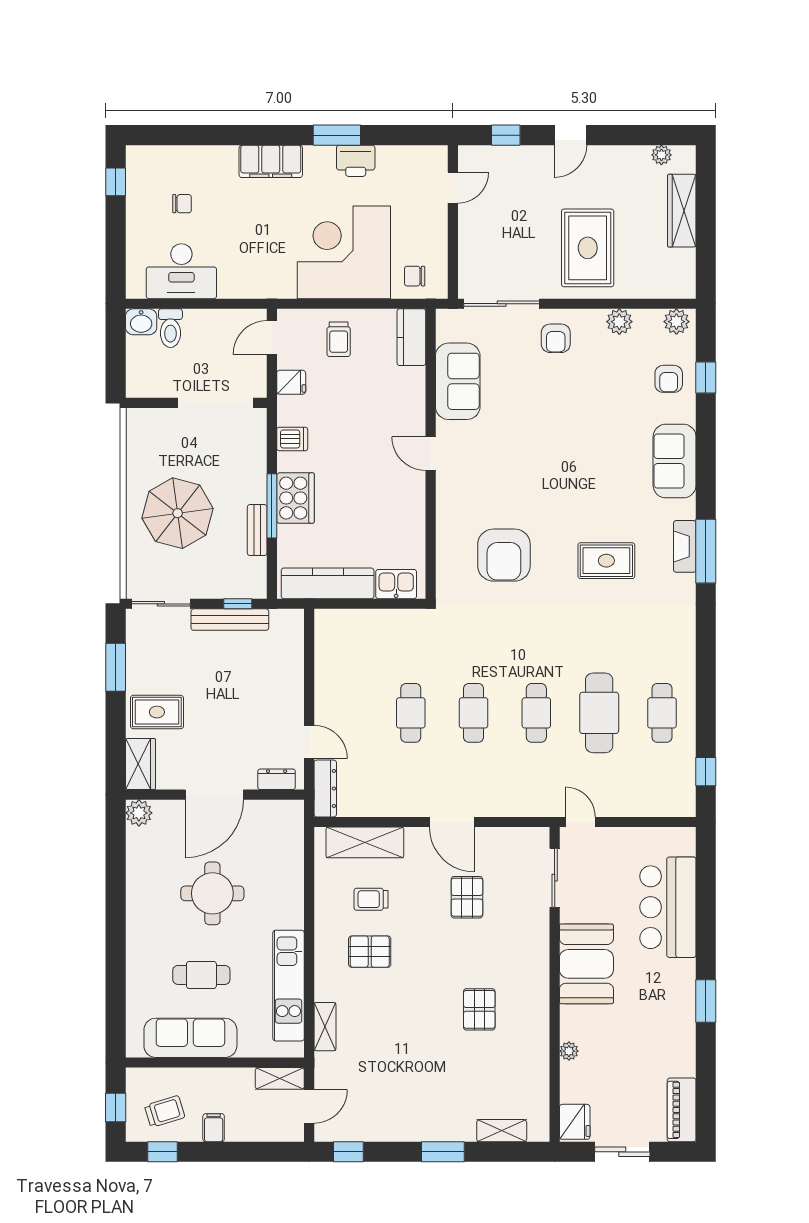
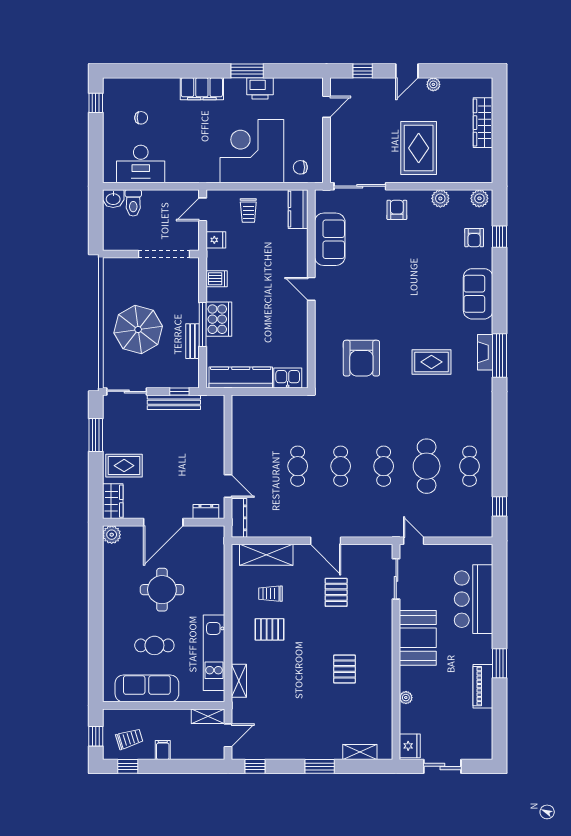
plant: (661, 155) -> (433, 84), moved
armchair: (556, 338) -> (397, 210), turned 180
piano: (682, 1110) -> (483, 686), moved

